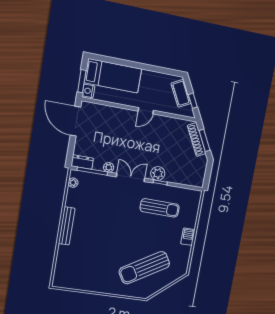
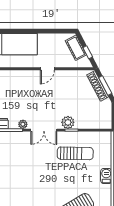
double door: (131, 178) -> (44, 130), swing flipped

